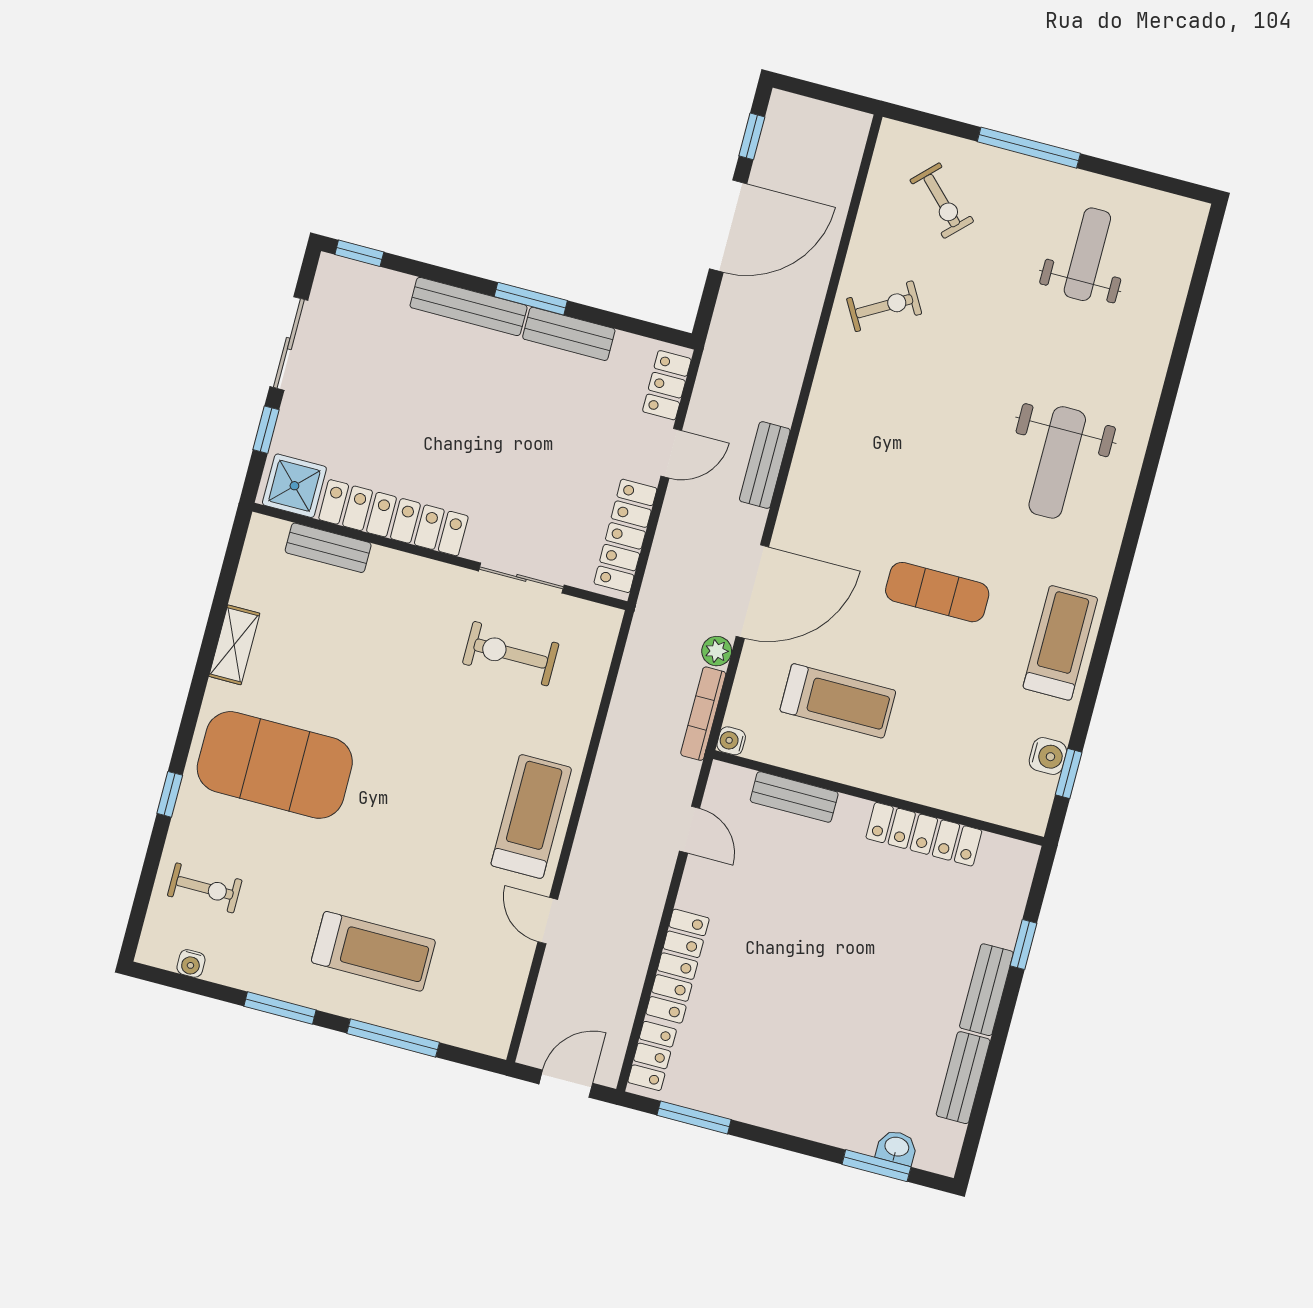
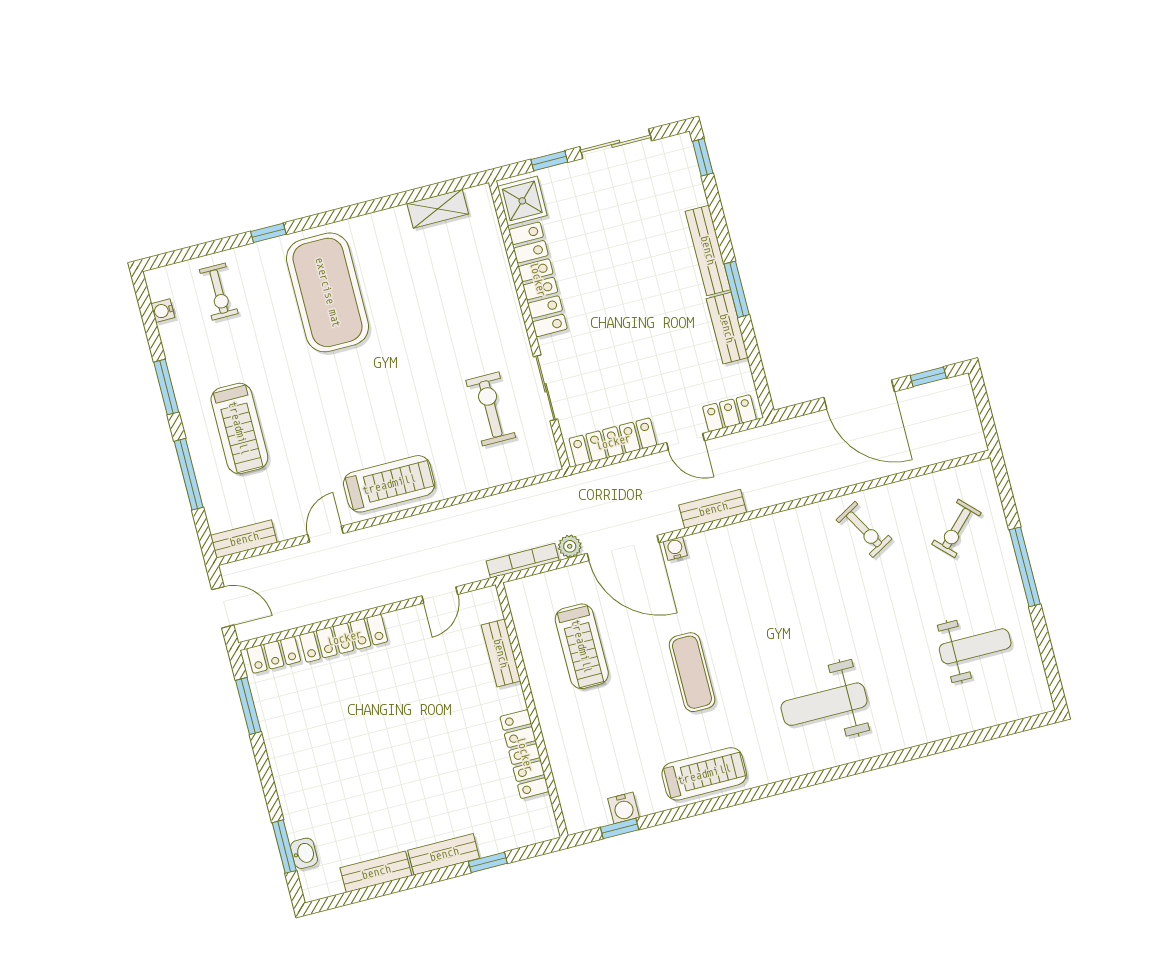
bench: (328, 548) -> (244, 539), moved, turned 90
shelving: (234, 645) -> (438, 209), moved
water cooler: (731, 741) -> (675, 549), moved

